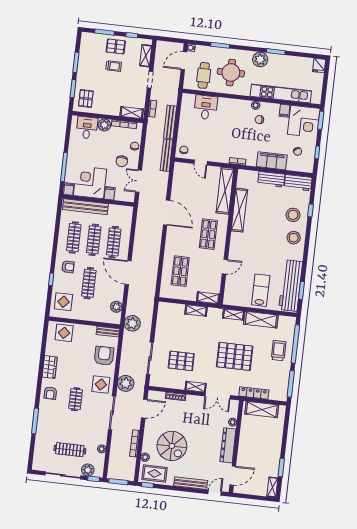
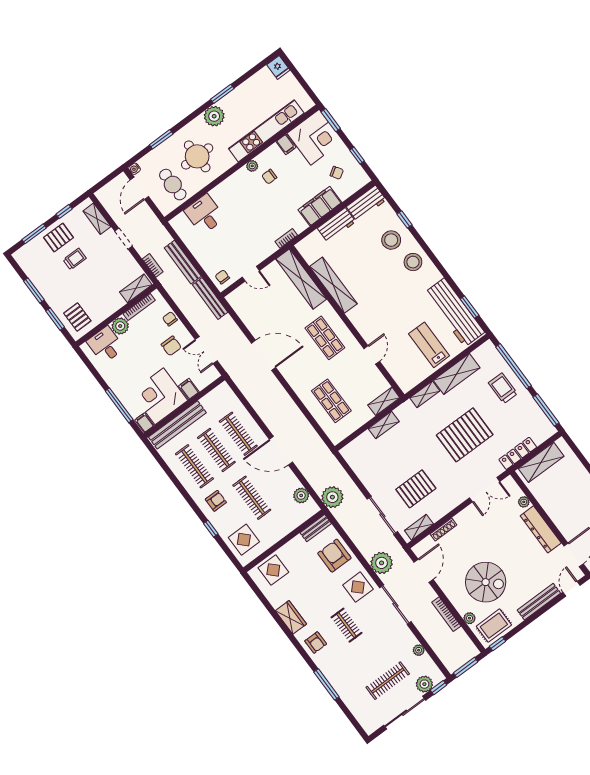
shelving: (196, 387) -> (419, 527), moved

